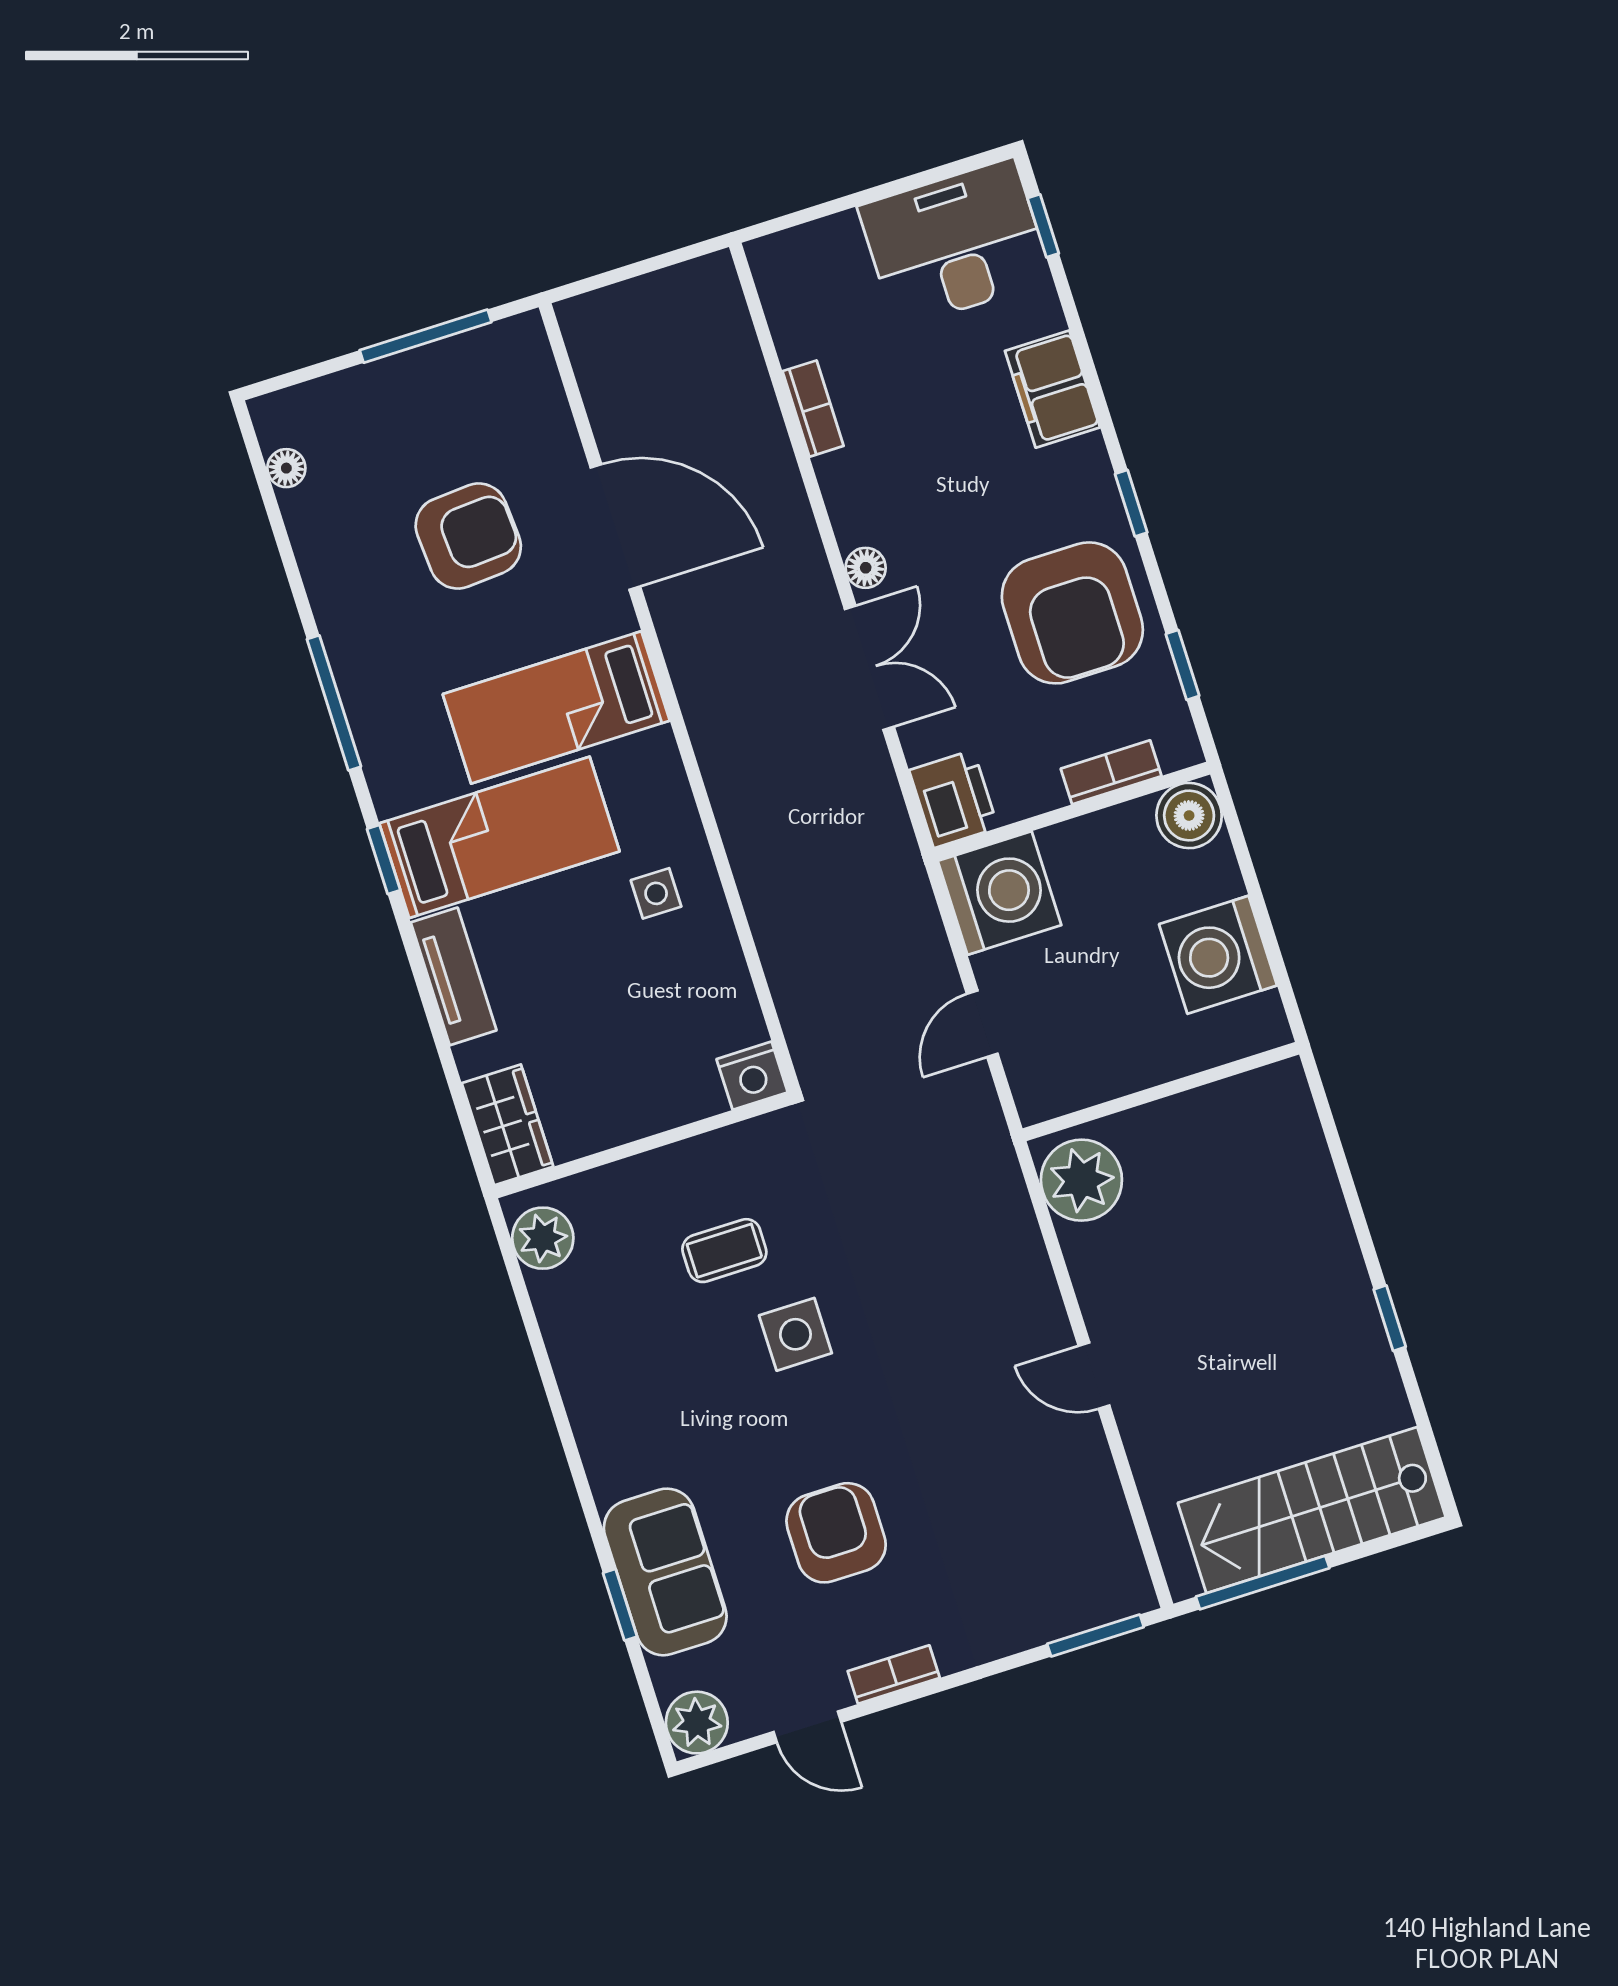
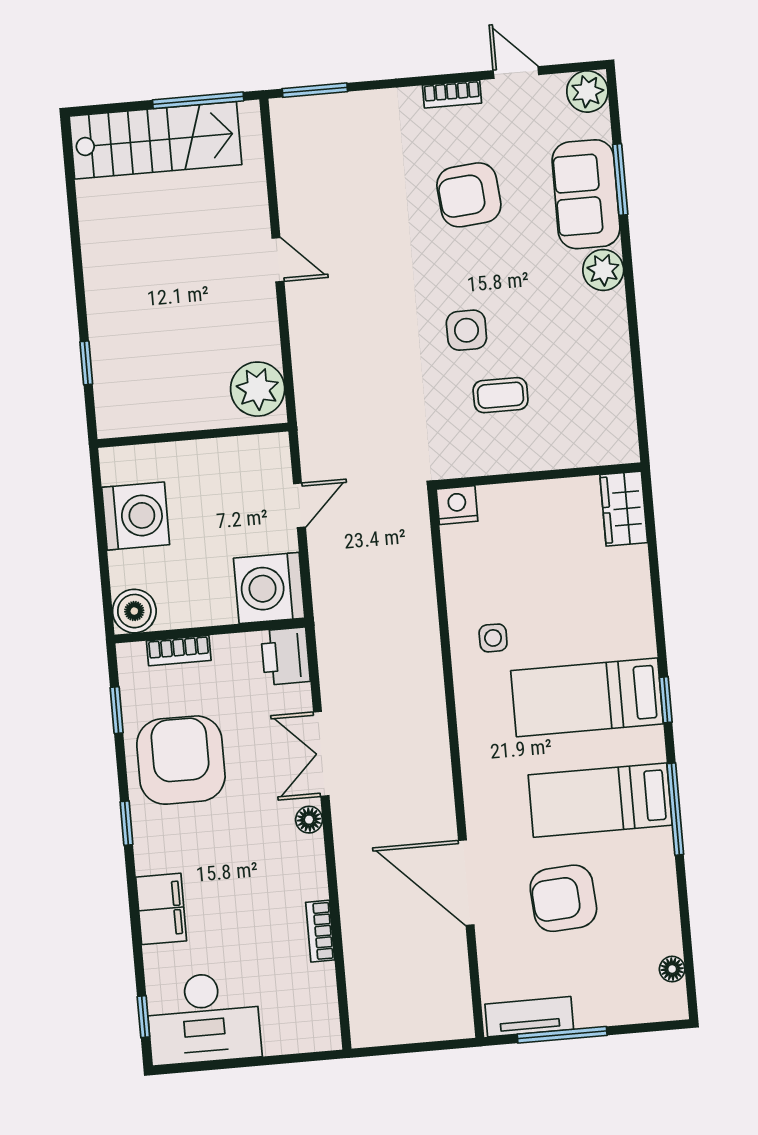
bed: (556, 707) -> (600, 800), moved, turned 180
tv unit: (454, 976) -> (529, 1017), moved, turned 90
plant: (543, 1238) -> (603, 270), moved
window: (1390, 1318) -> (86, 363), moved
armchair: (836, 1533) -> (469, 195), turned 85
window: (620, 1605) -> (620, 180), width x1.50

